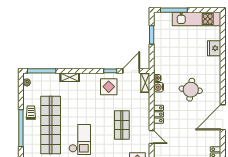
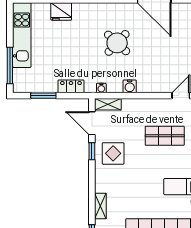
water cooler: (159, 87) -> (130, 86), moved
round table: (191, 90) -> (117, 43), turned 36
locker: (159, 114) -> (71, 86), moved

